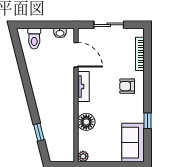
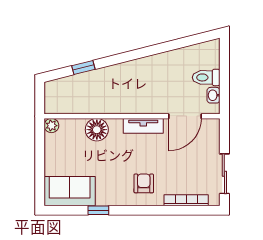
sliding door: (109, 25) -> (224, 174), moved
toilet: (34, 39) -> (206, 77), moved

